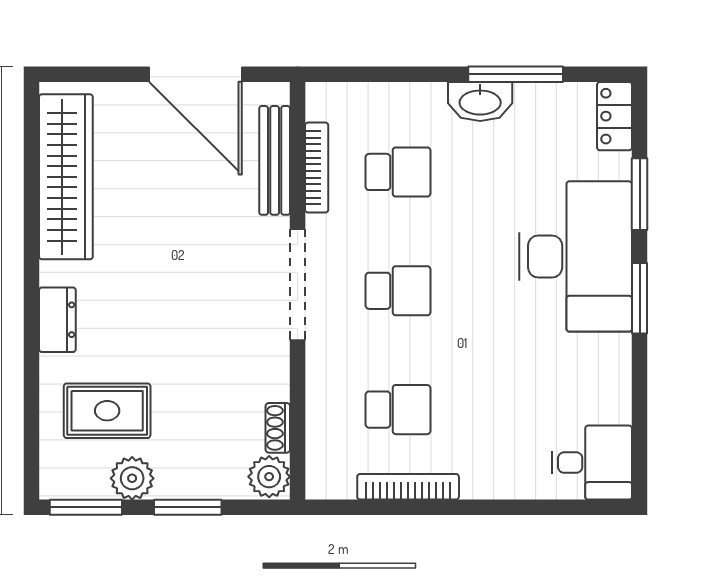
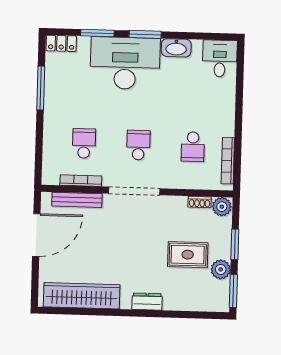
washbasin: (480, 101) -> (176, 48), moved, turned 90
school desk: (398, 410) -> (193, 147), turned 180
rug: (107, 411) -> (188, 255), moved, turned 90
bookcase: (408, 487) -> (228, 161), moved

